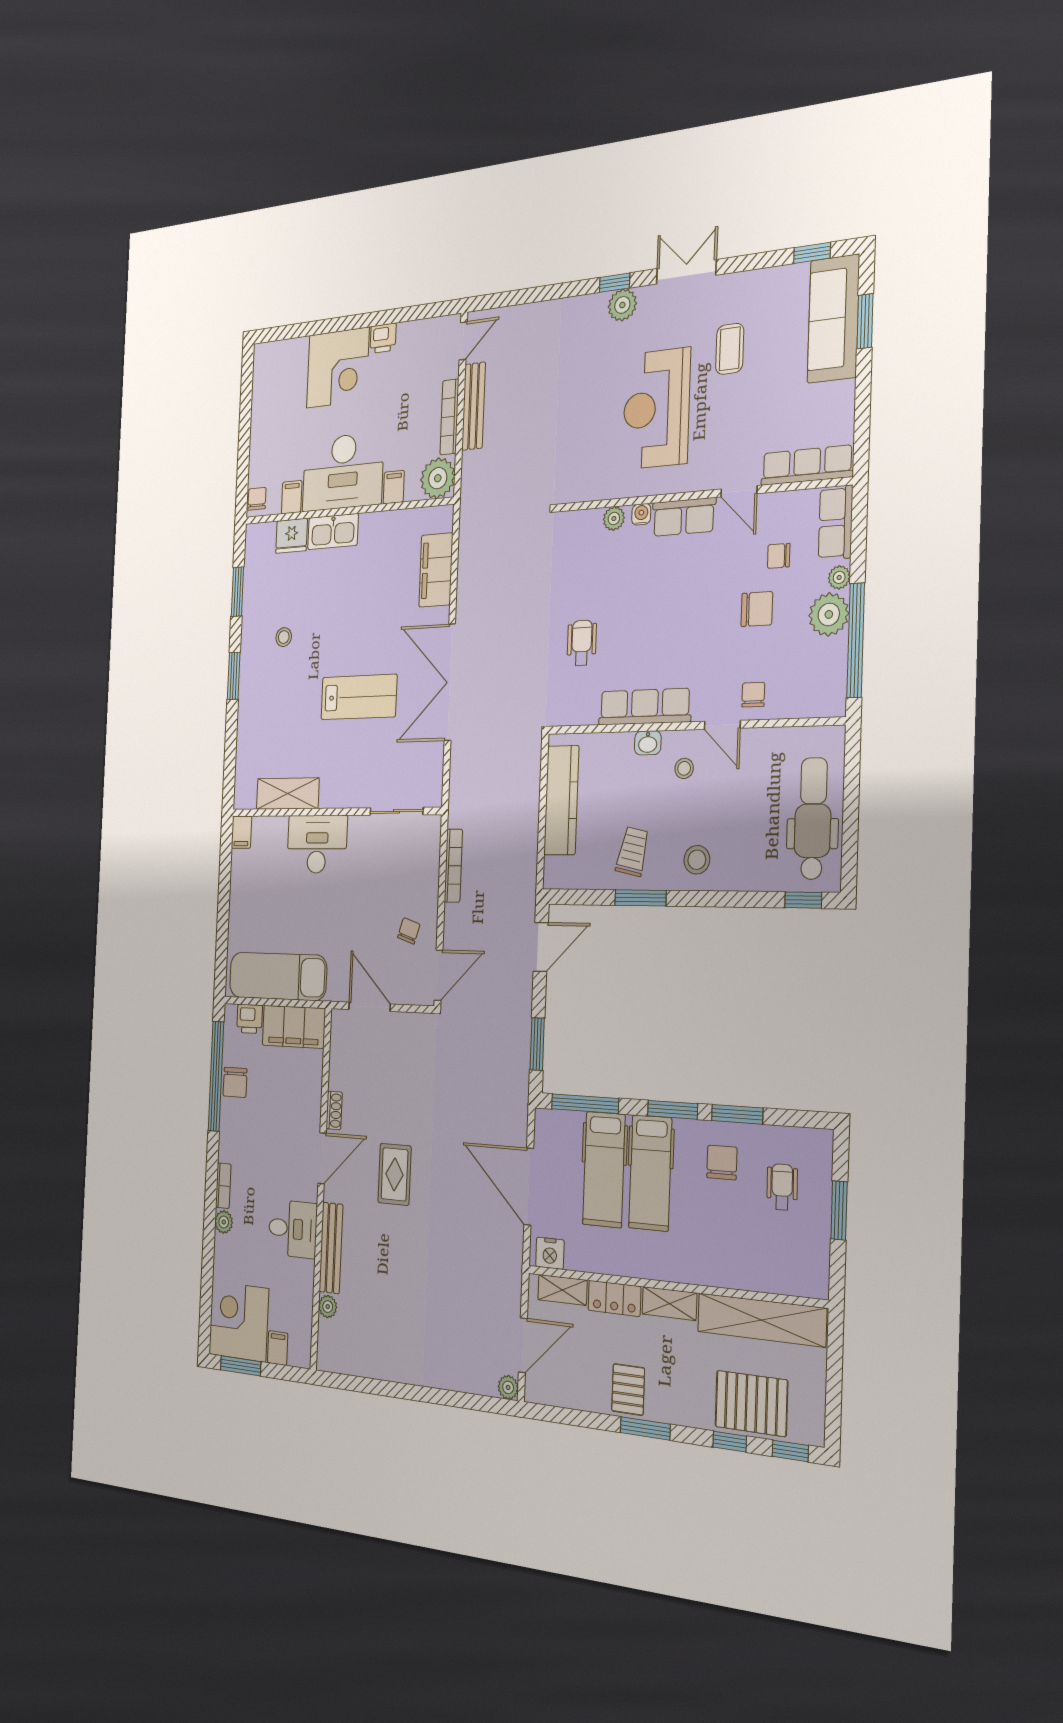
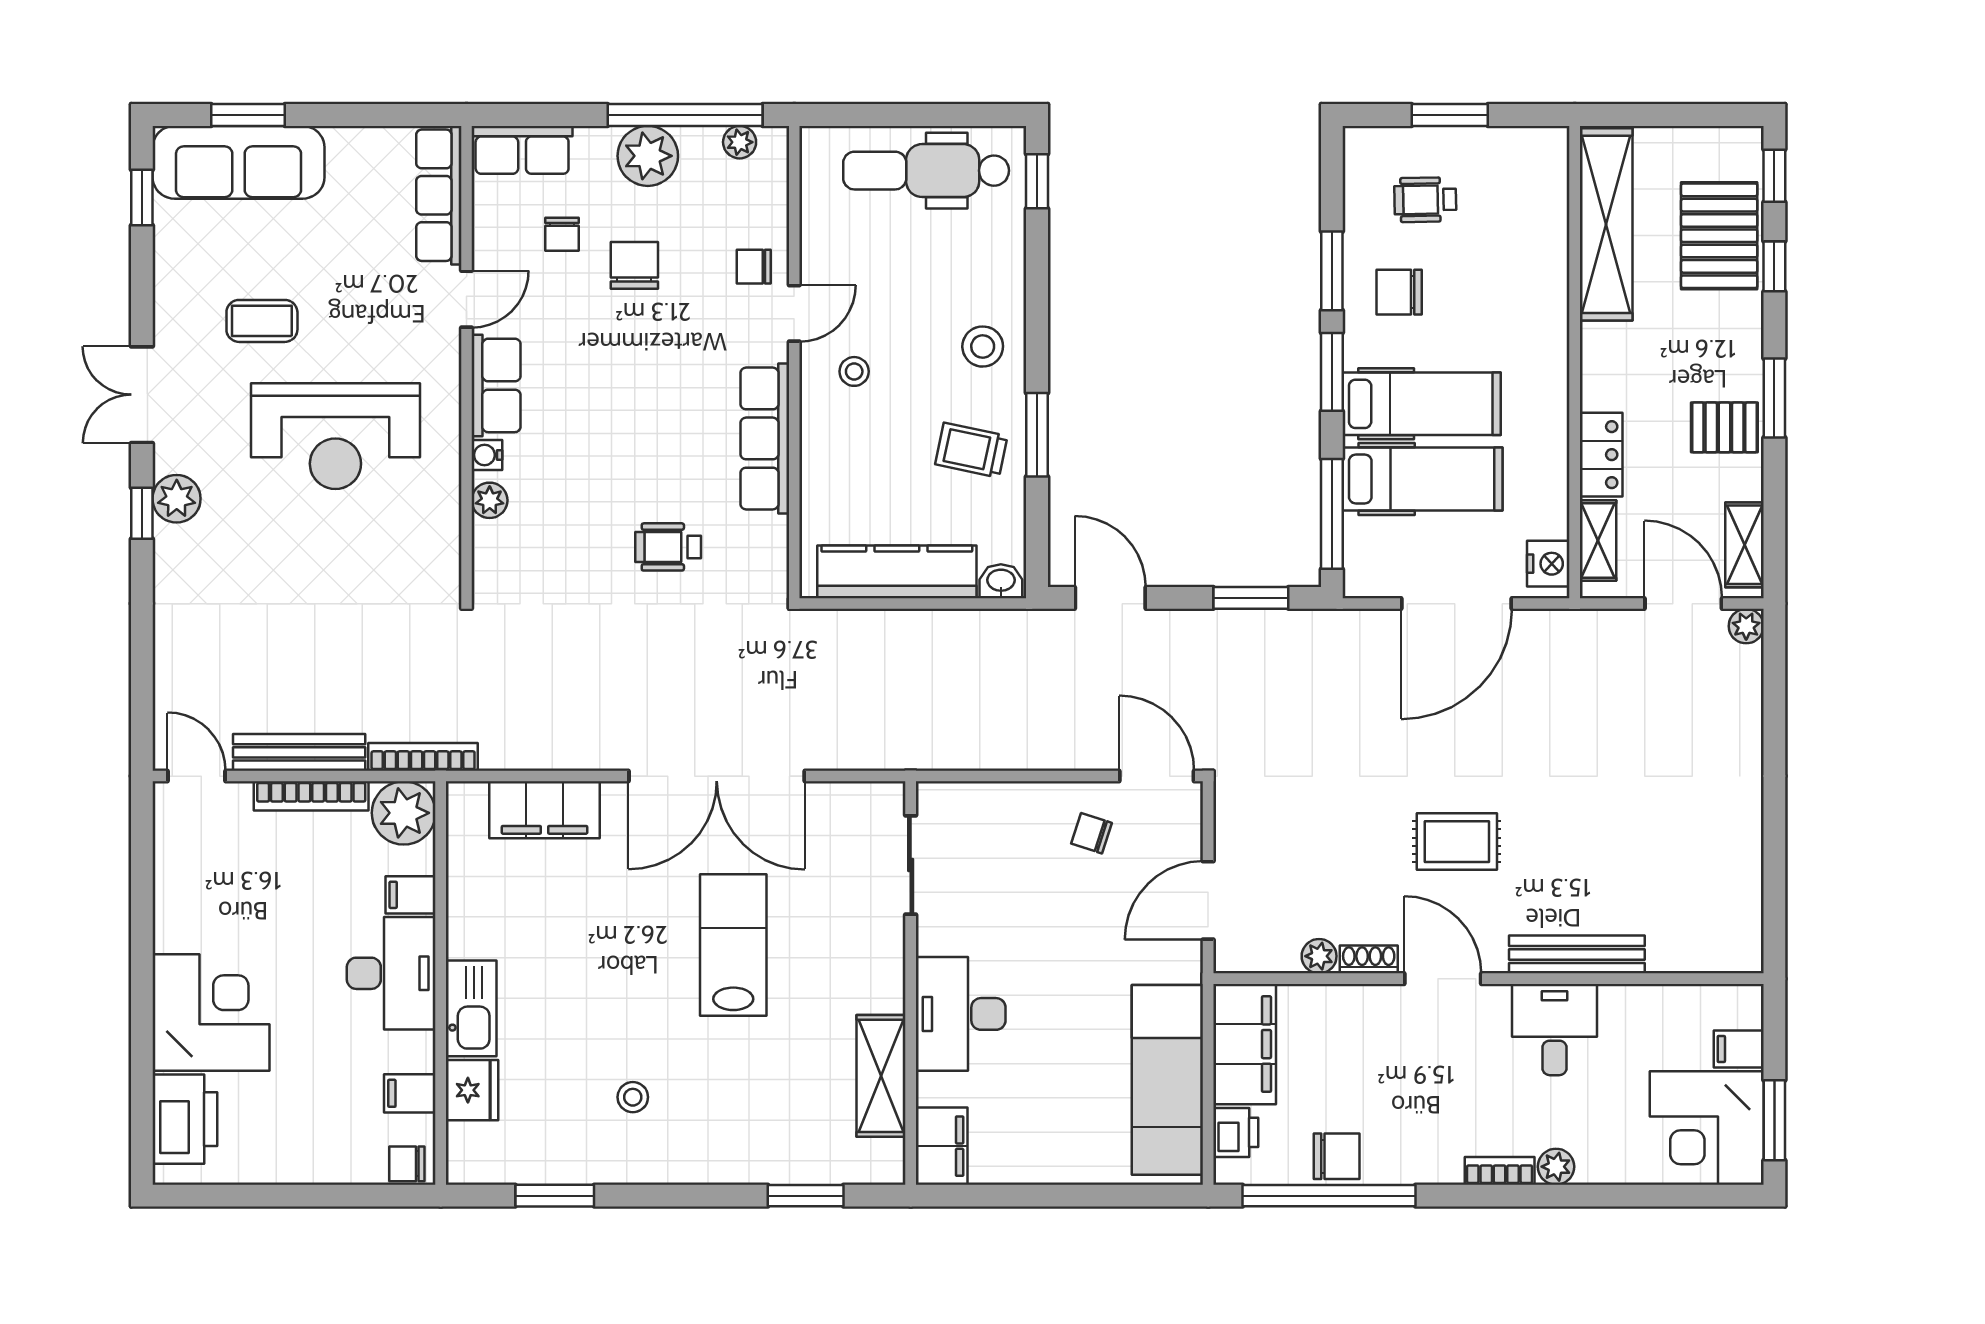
printer: (383, 338) -> (185, 1119), moved, width x1.87, depth x1.48
desk: (343, 472) -> (391, 973), width x0.73, depth x0.77
plant: (839, 577) -> (740, 142), moved
window: (234, 676) -> (806, 1196), moved
washbasin: (648, 743) -> (1001, 581), moved, turned -90
filing cabinet: (241, 832) -> (942, 1146), width x2.00
bookcase: (453, 866) -> (423, 757), moved
shelving: (669, 1304) -> (1744, 545), moved
plant: (328, 1307) -> (1319, 956), moved

